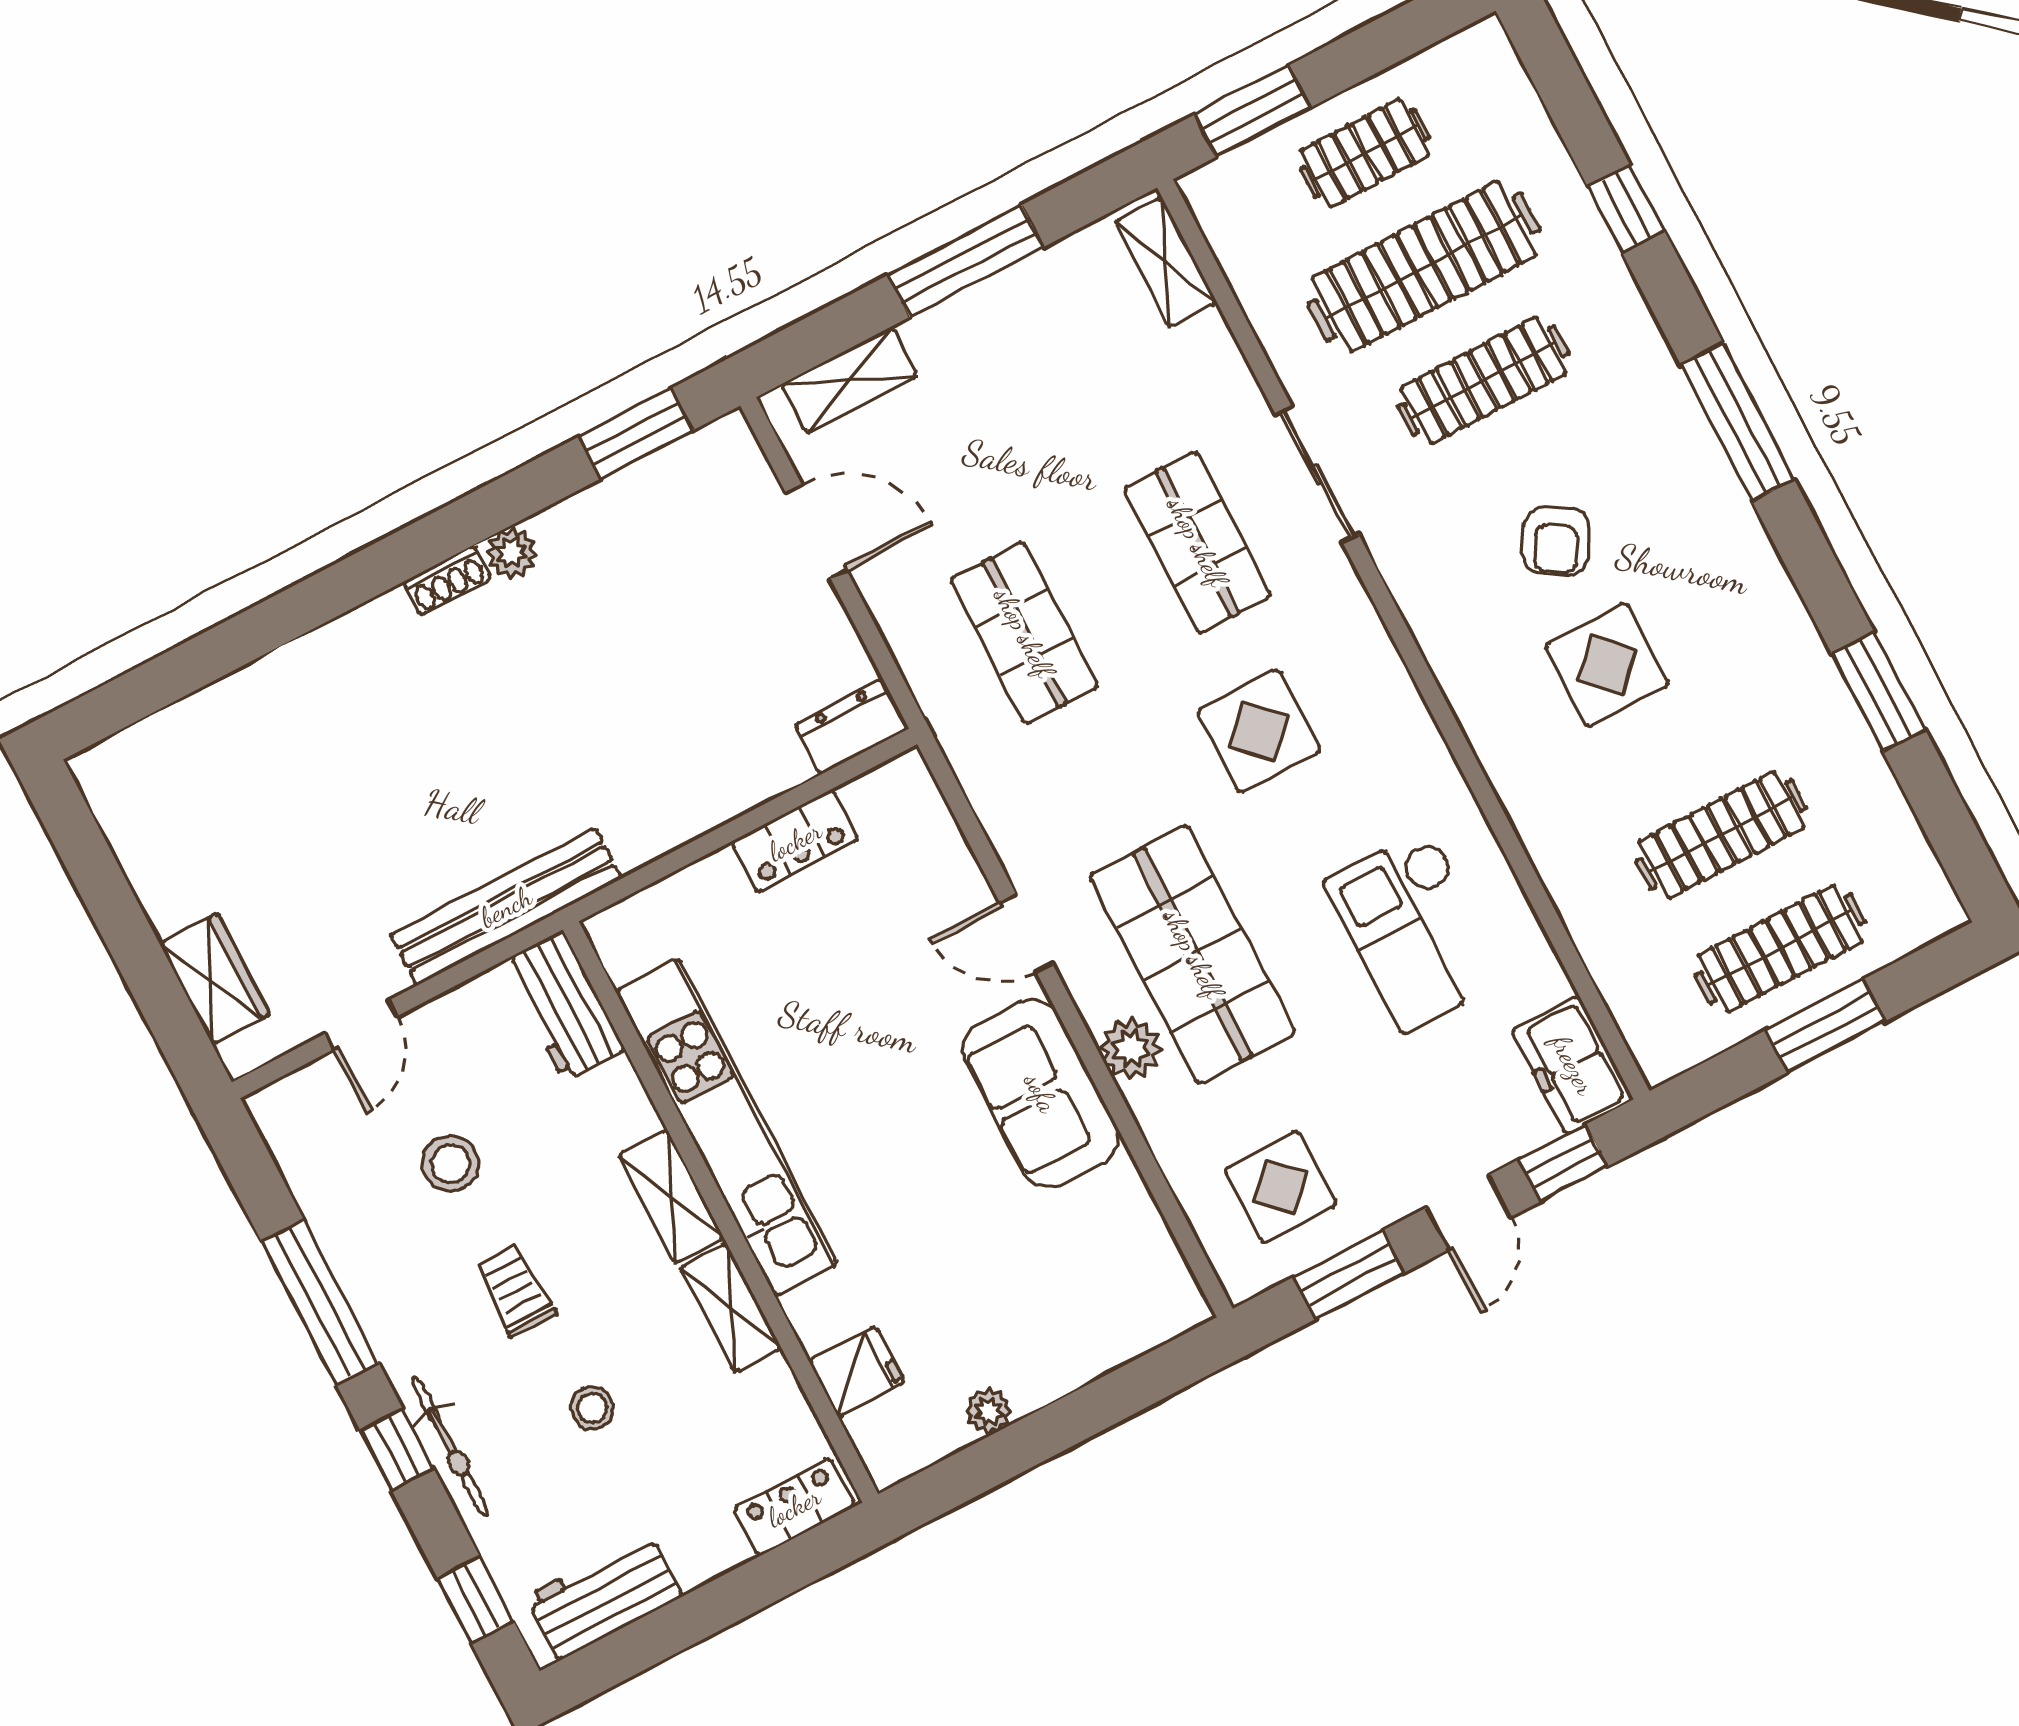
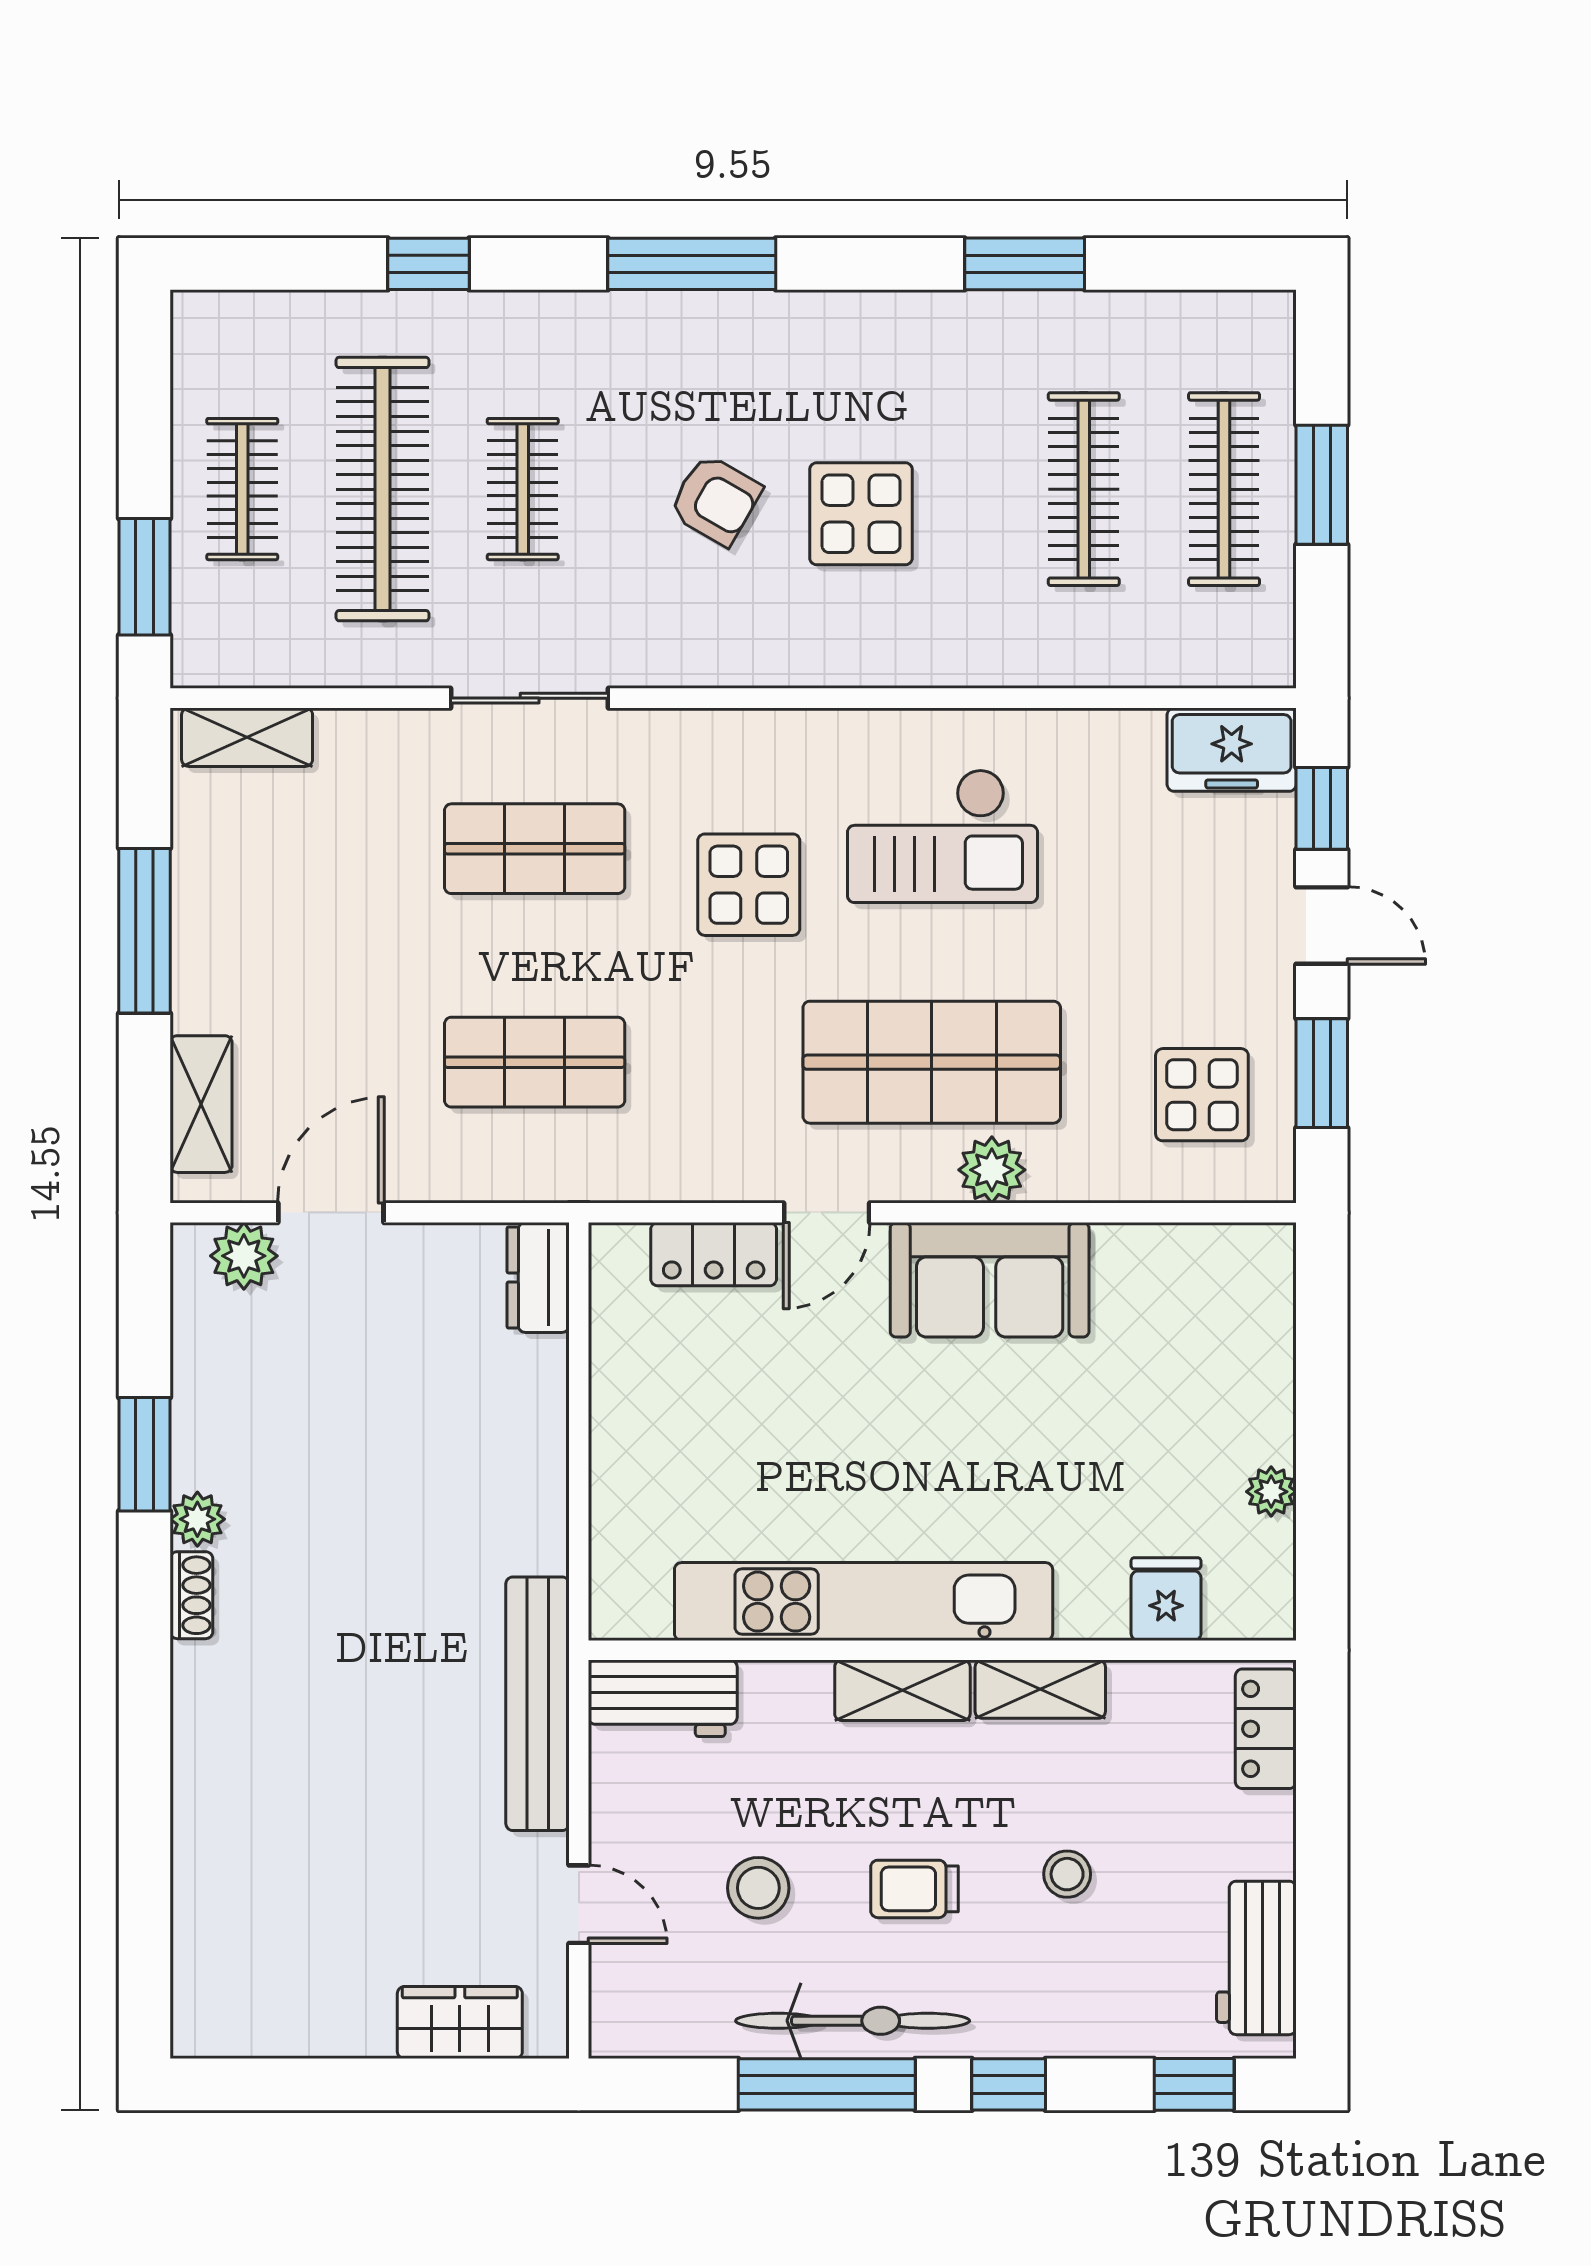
clothes rail: (1484, 380) -> (523, 489), width x0.73
window: (636, 434) -> (144, 1454), moved
plant: (744, 479) -> (244, 1256), added
locker: (795, 841) -> (714, 1254), moved, turned 90
checkout: (1416, 930) -> (943, 836), moved
bicycle: (450, 1446) -> (853, 2021), moved, width x1.37, depth x1.40

